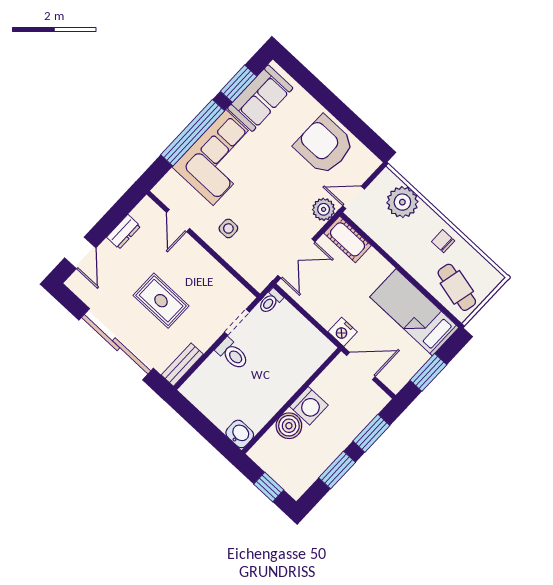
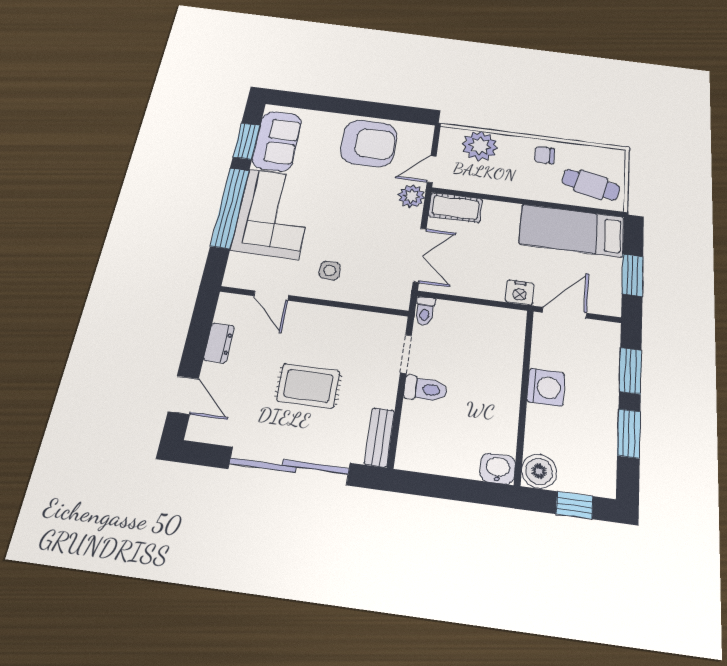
armchair: (324, 145) -> (369, 143), turned 180
boiler: (289, 426) -> (539, 471), moved

